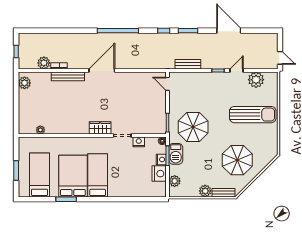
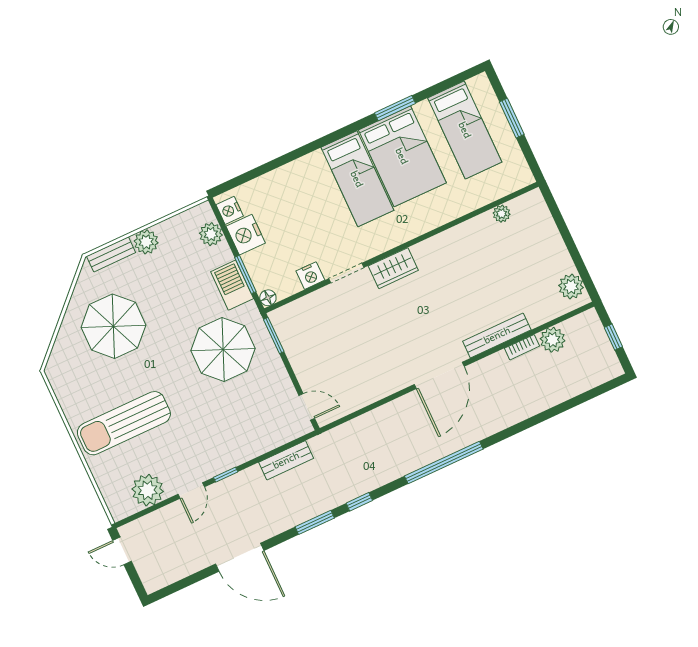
nightstand: (161, 159) -> (230, 210), moved

